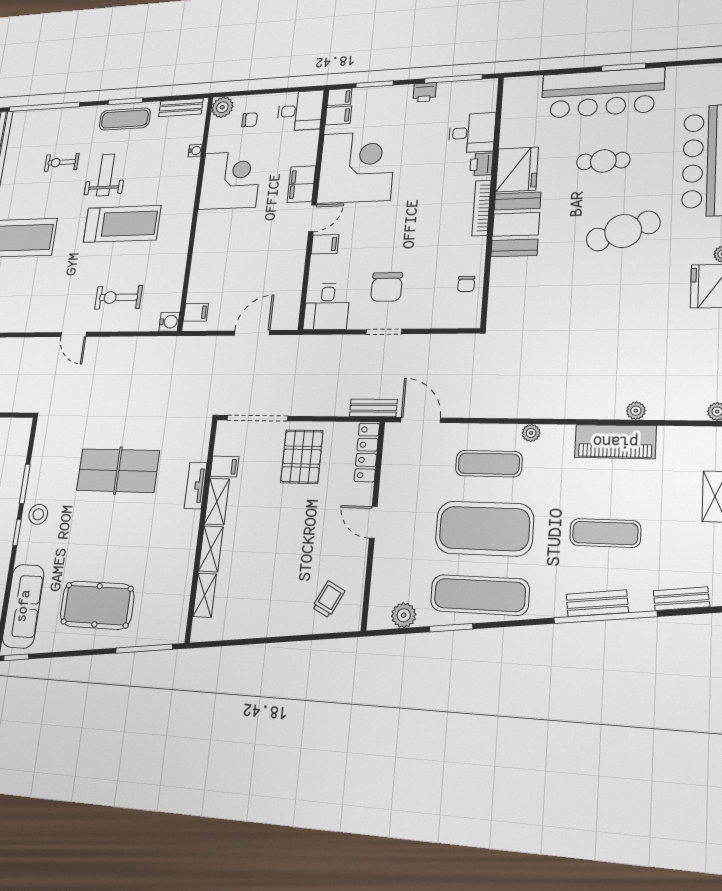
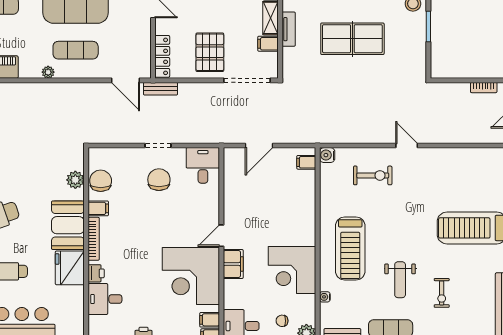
exercise bike: (62, 162) -> (442, 293), turned 90
treadmill: (122, 224) -> (350, 249), moved, turned -90
filing cabinet: (325, 244) -> (98, 208), moved, turned 180
chair: (466, 284) -> (101, 181), width x1.87, depth x1.87
plant: (501, 285) -> (75, 180), added

